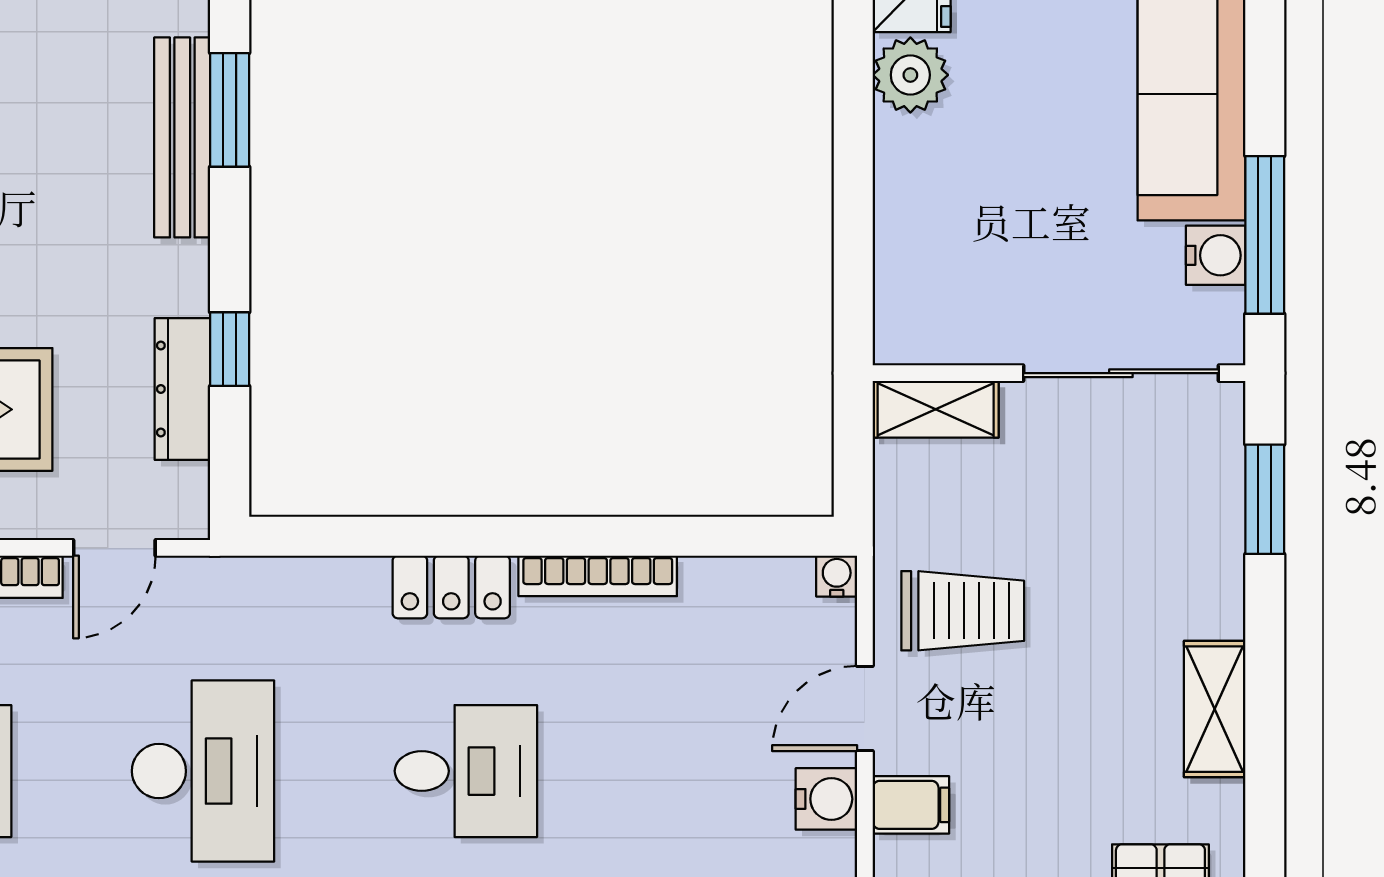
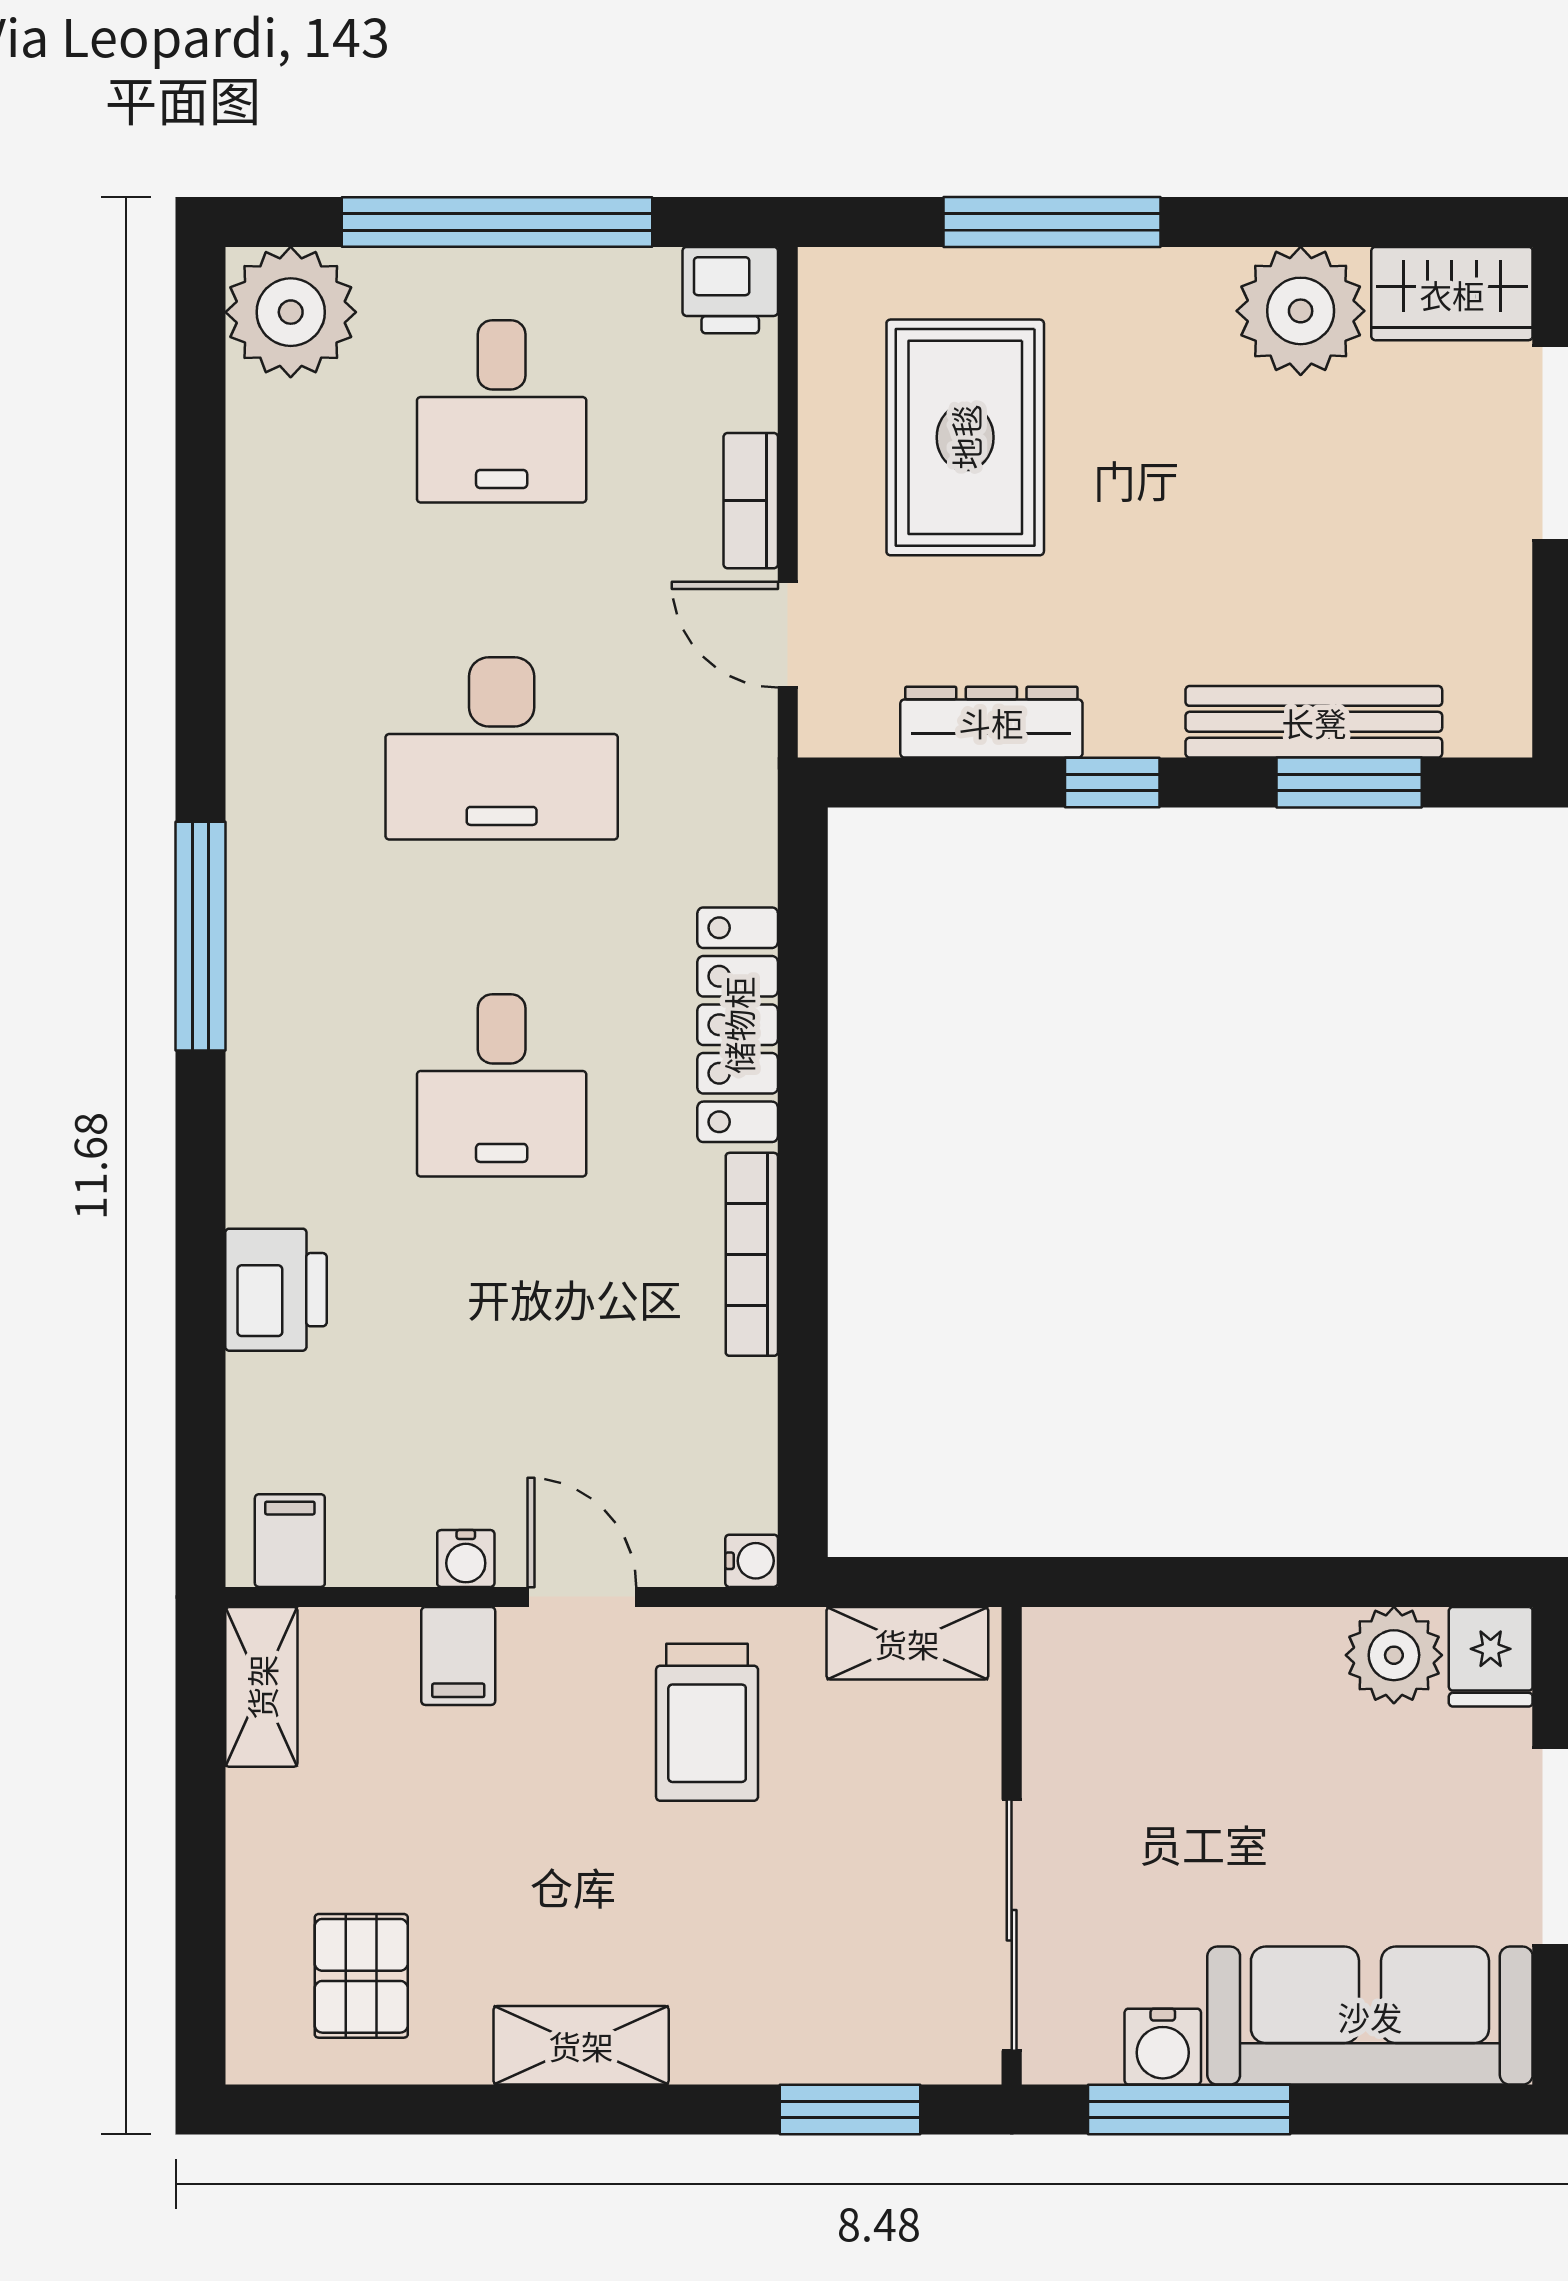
window: (230, 349) -> (1112, 783), moved
shelving: (936, 409) -> (907, 1643), moved, turned 90
locker: (451, 587) -> (738, 1025), width x1.53
water cooler: (826, 799) -> (466, 1558), width x0.72, depth x0.72

